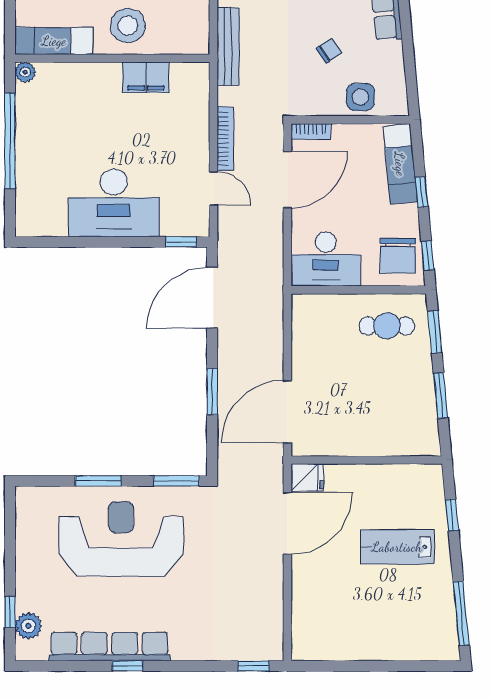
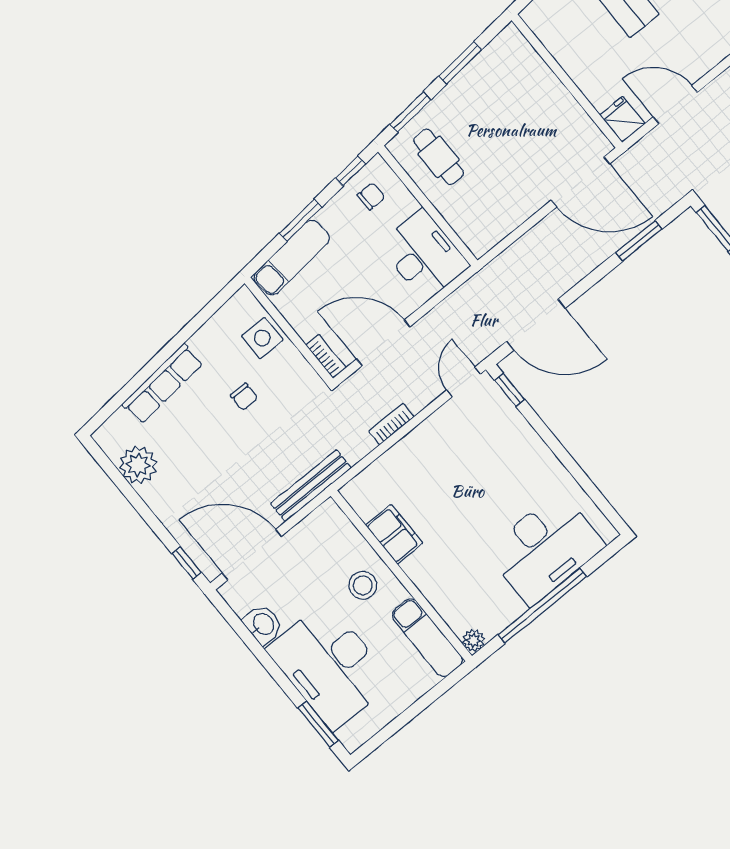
stool: (128, 26) -> (363, 585), width x0.73, depth x0.73
chair: (329, 50) -> (244, 397), turned -146
bookcase: (225, 139) -> (391, 424), width x0.64
door: (213, 188) -> (464, 382), moved
window: (422, 192) -> (301, 220), width x1.50
desk: (114, 203) -> (545, 548), moved, turned 90
chair: (398, 256) -> (371, 196), width x0.54, depth x0.54
window: (212, 391) -> (639, 241), moved
door: (287, 523) -> (675, 105), width x0.73

